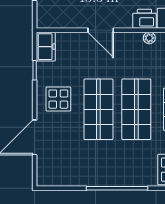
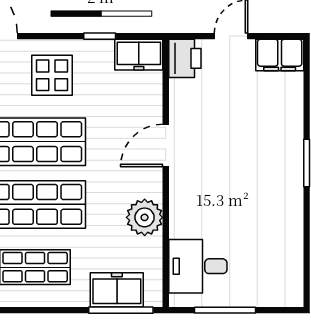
printer: (144, 19) -> (185, 58), moved
plant: (149, 38) -> (145, 217), width x1.88, depth x1.88

